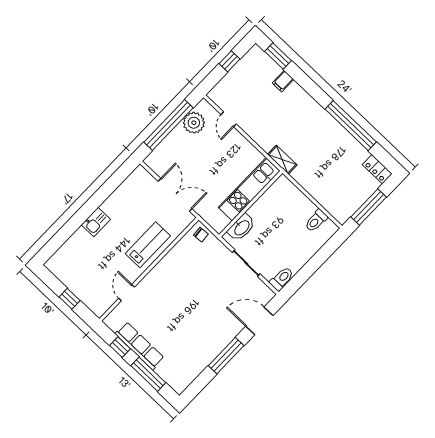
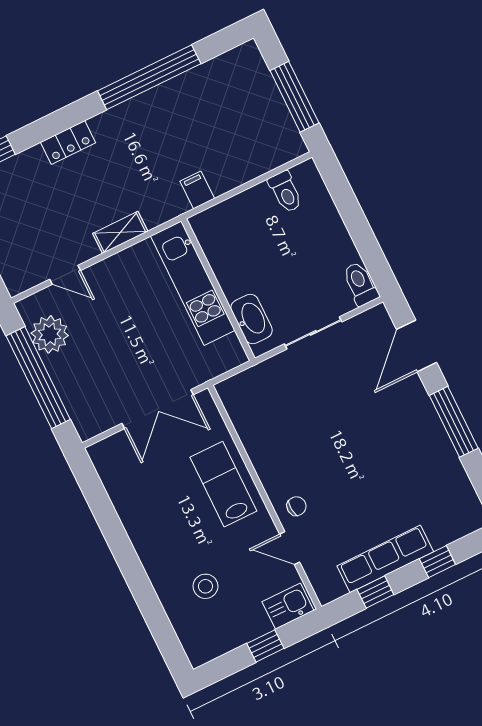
filing cabinet: (283, 81) -> (197, 190), moved, turned 180
shelving: (282, 160) -> (120, 232), moved
locker: (377, 169) -> (68, 143), moved
double door: (175, 195) -> (158, 409), swing flipped
kitchen sink: (96, 222) -> (288, 606), moved, turned -90
chair: (201, 235) -> (296, 506), moved
stool: (90, 255) -> (205, 586), added
window: (148, 374) -> (437, 562), width x0.46

